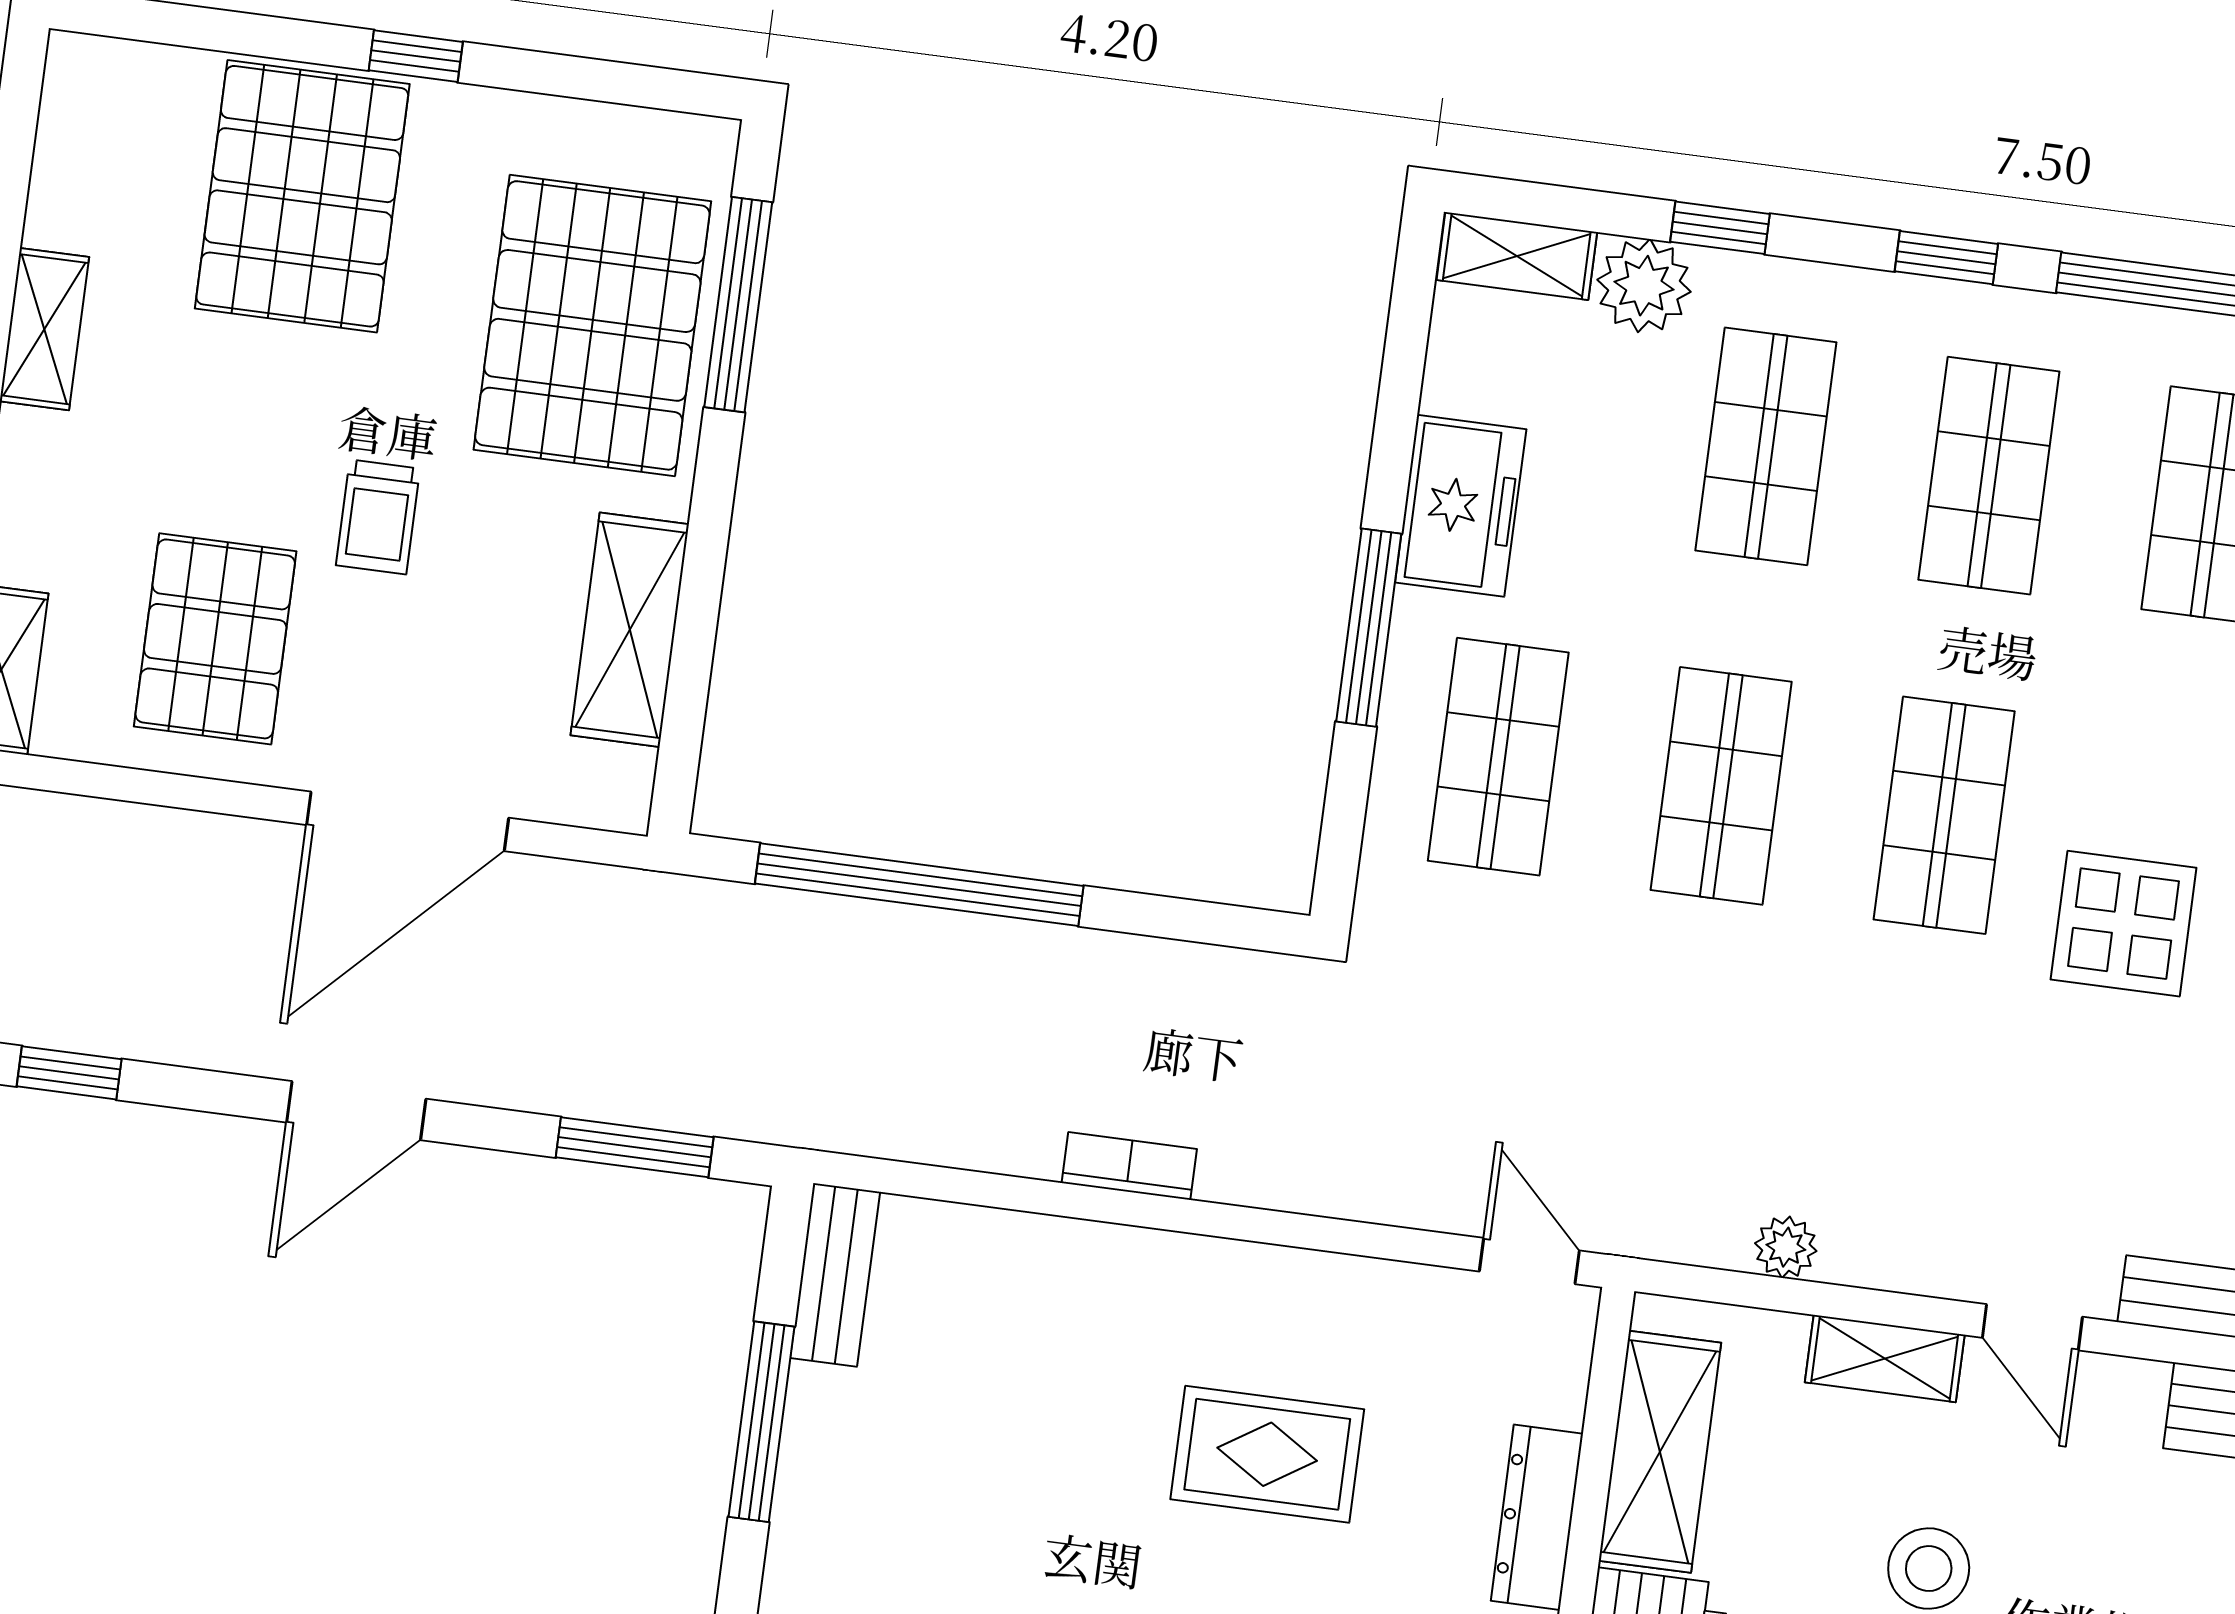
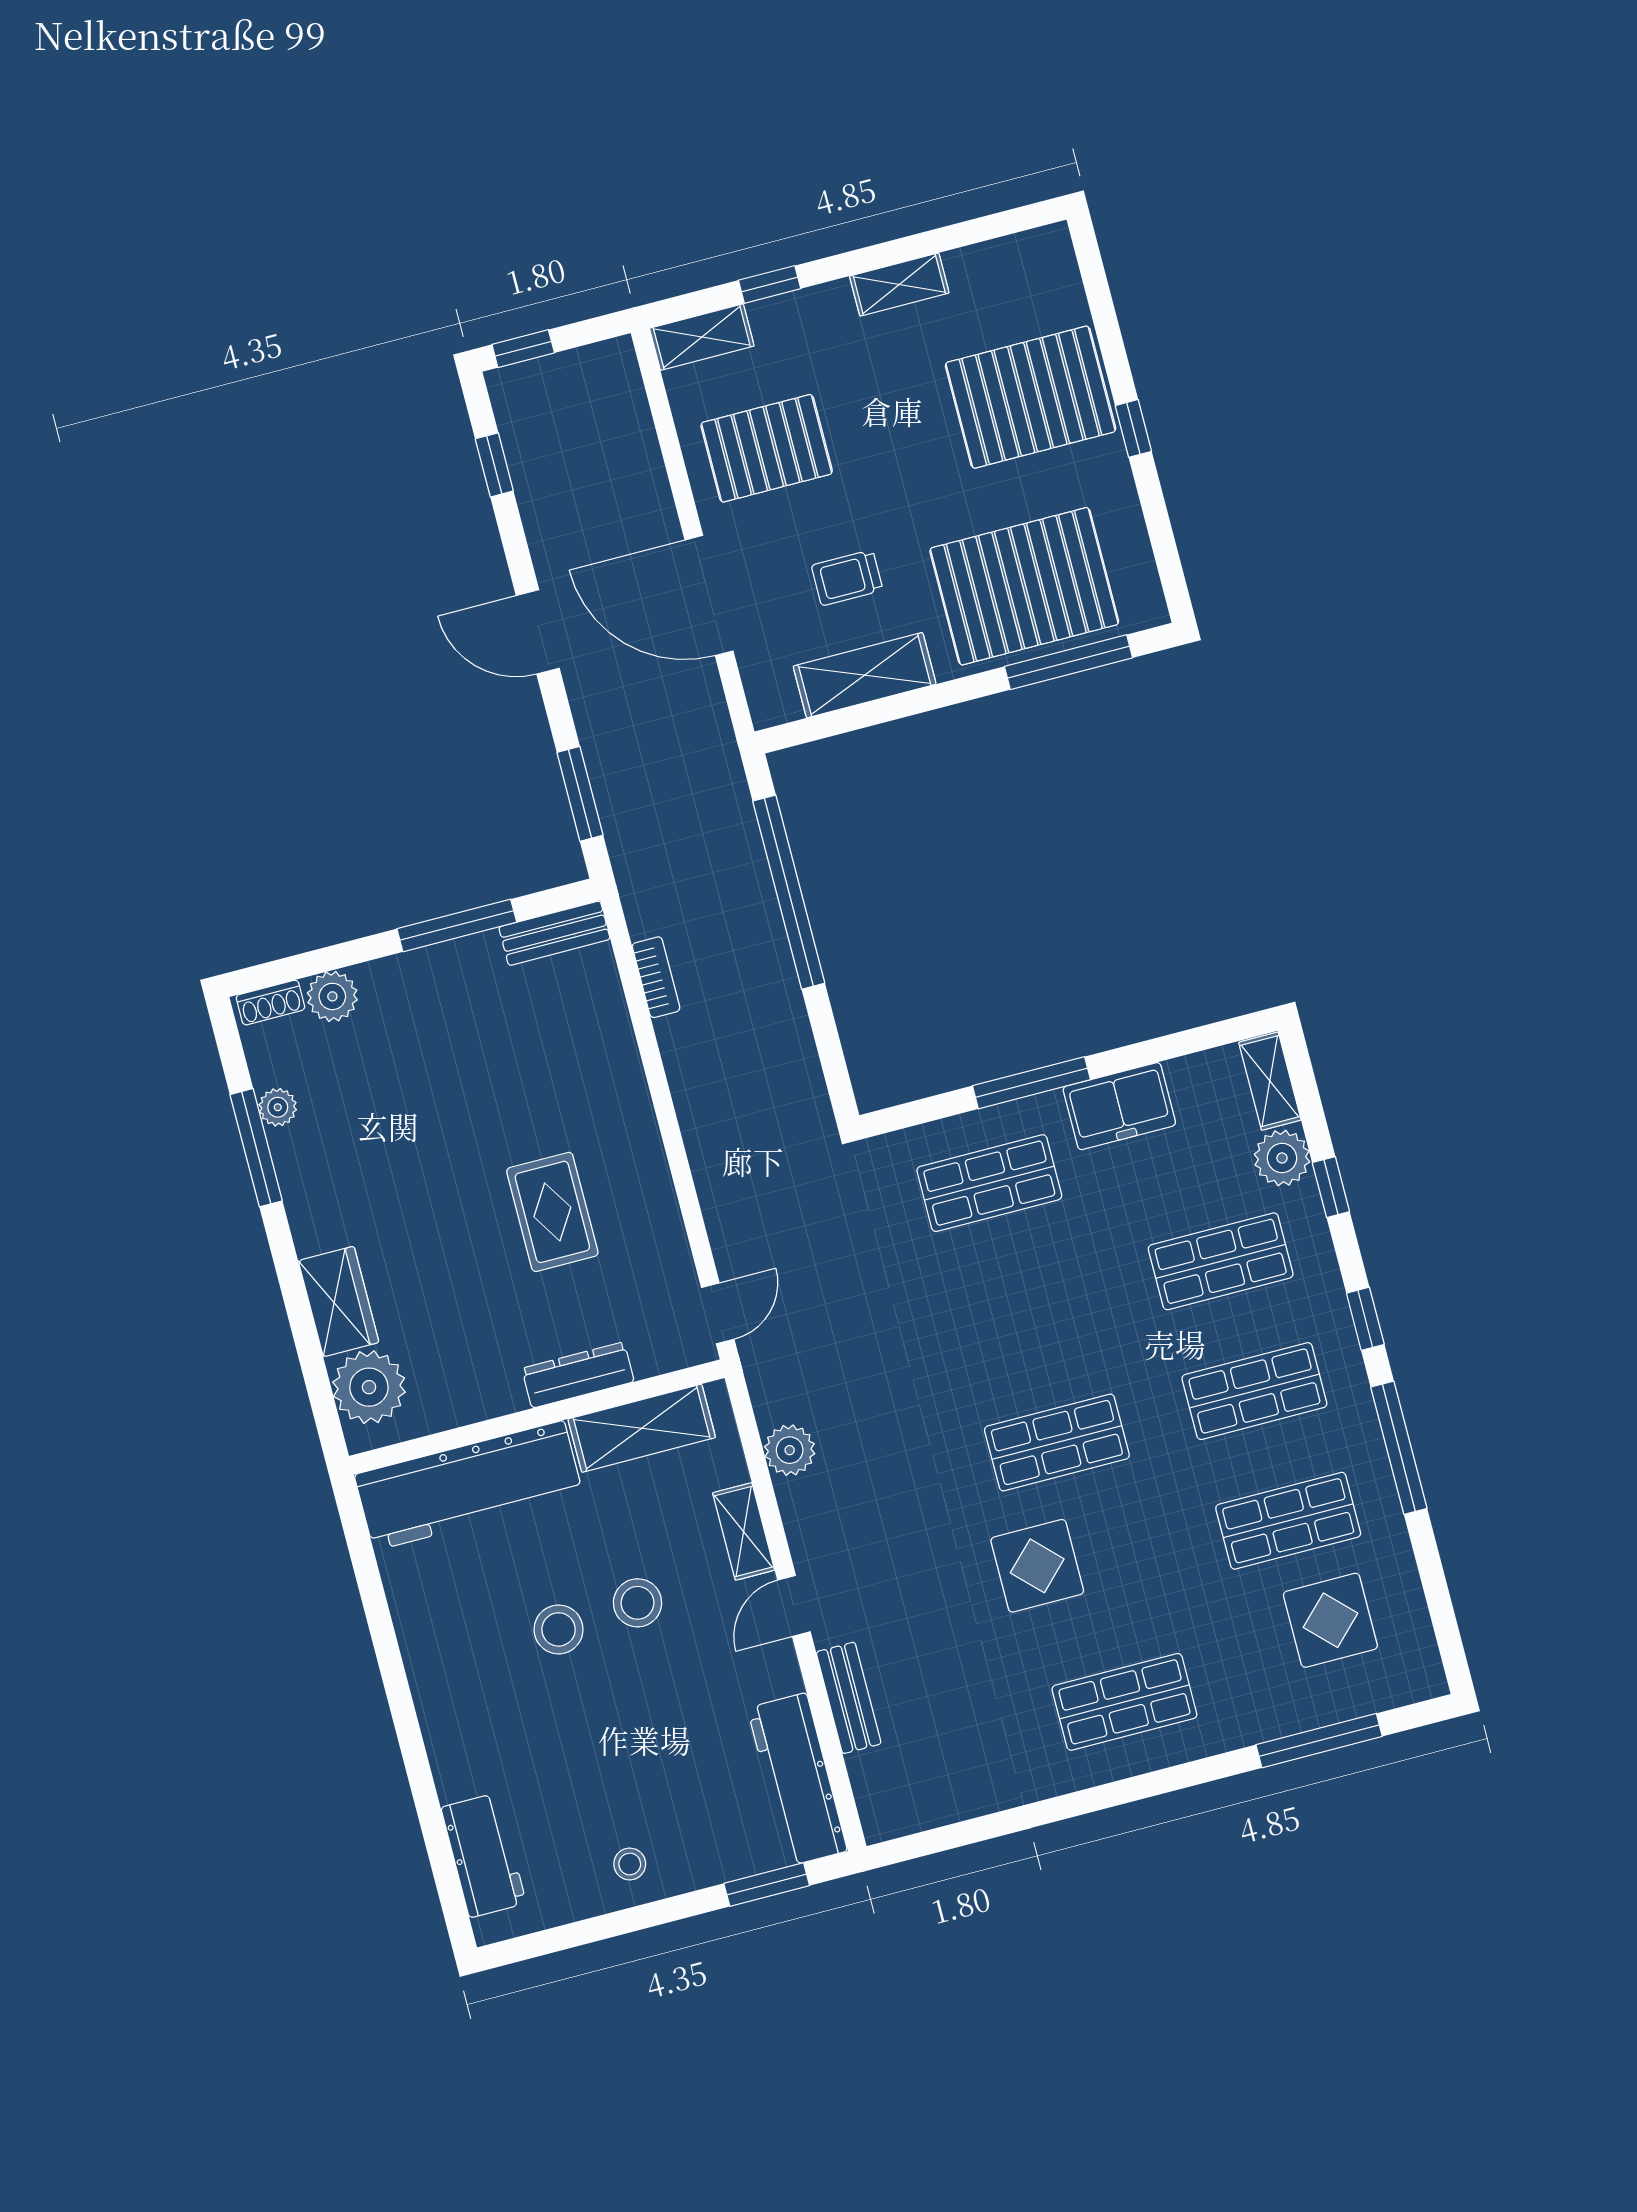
trolley: (378, 517) -> (847, 578), moved
shop shelf: (1721, 786) -> (1023, 1313), removed
bookcase: (1129, 1166) -> (656, 977), moved
plant: (1786, 1247) -> (790, 1450), width x1.38, depth x1.38

